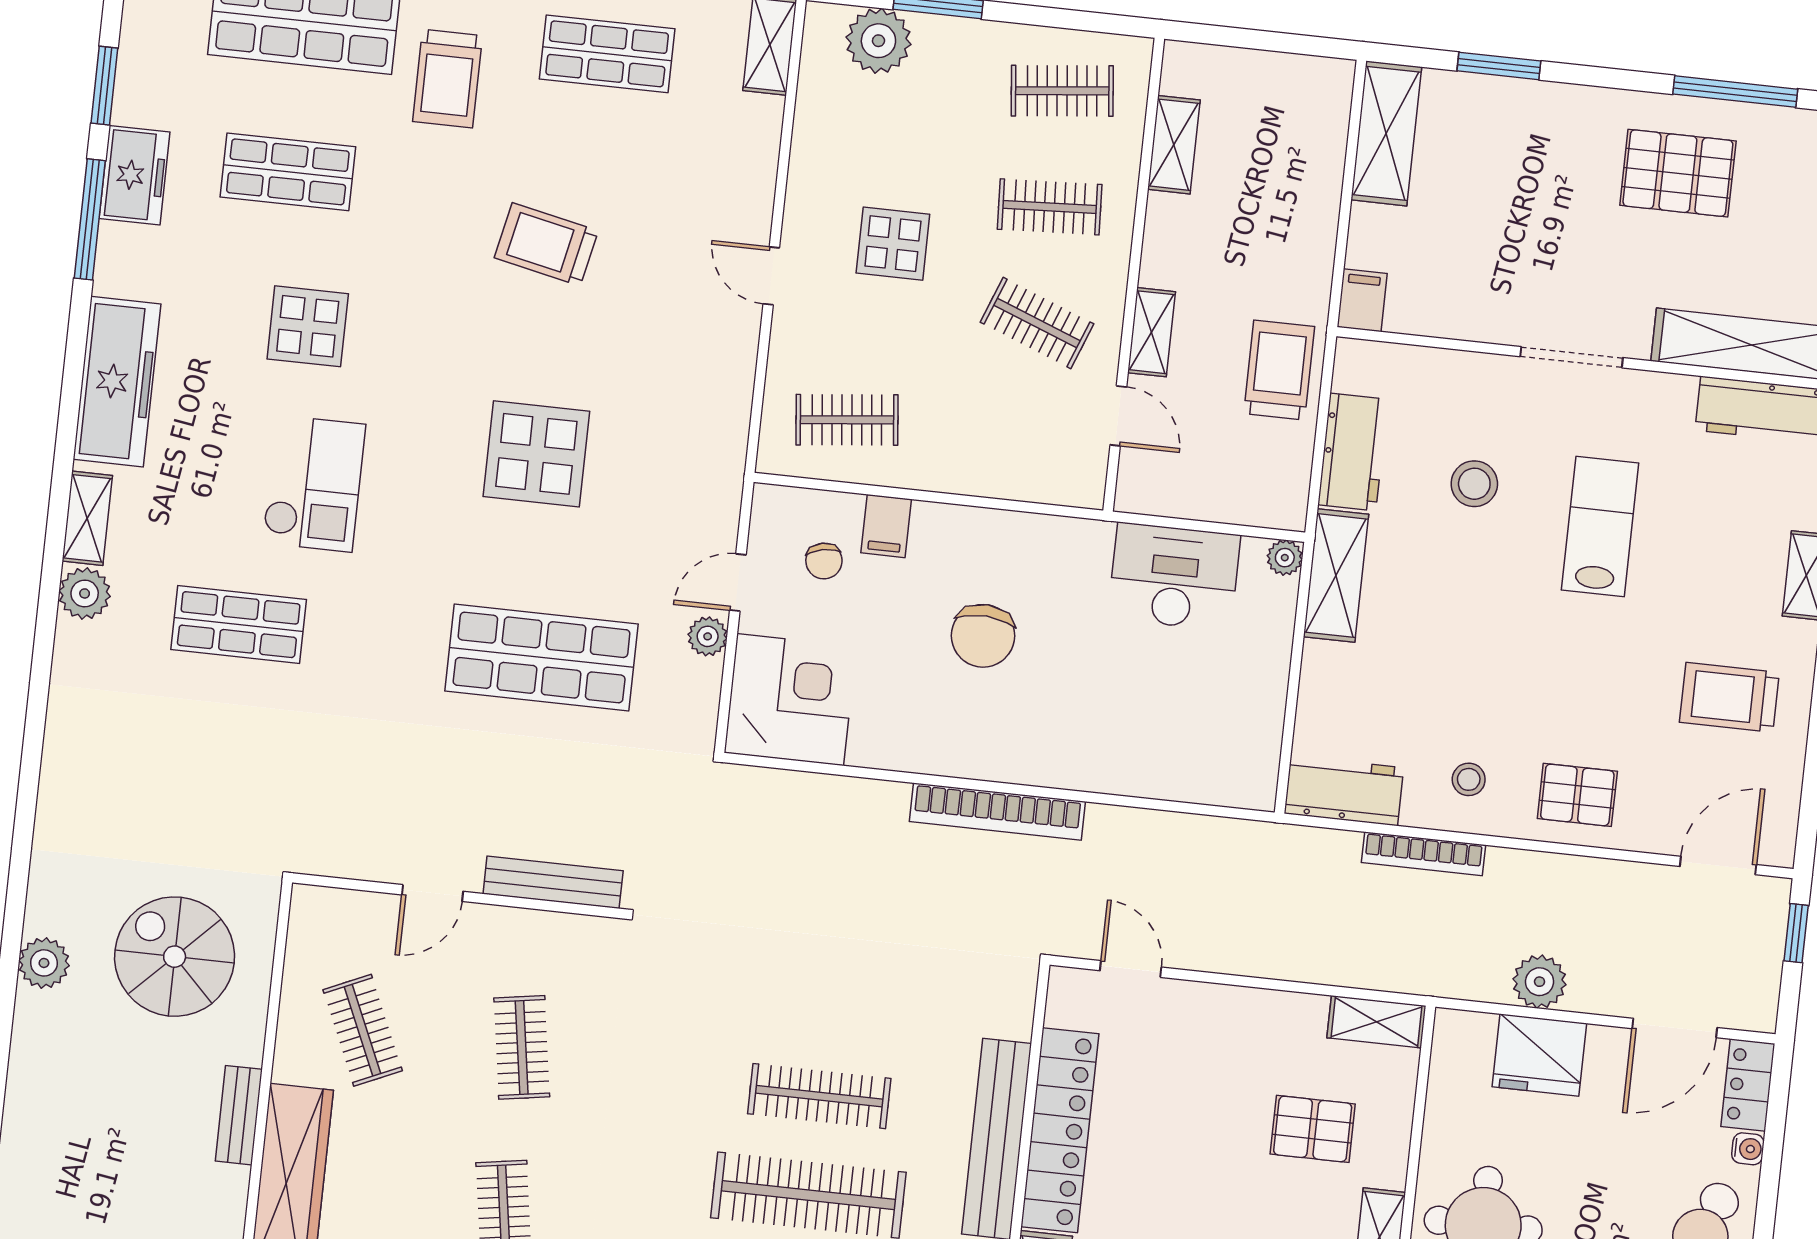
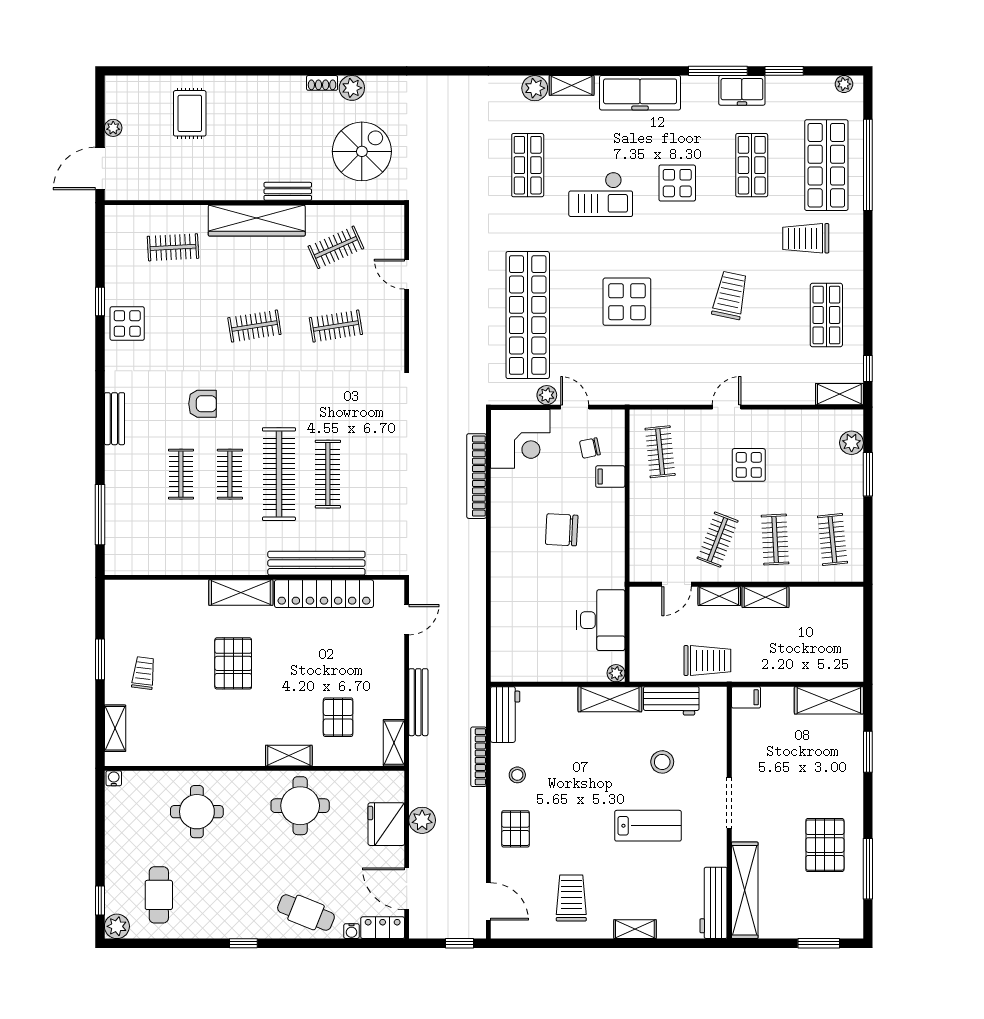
plant: (878, 41) -> (852, 443), width x0.73, depth x0.73
shelving: (1174, 145) -> (765, 597), moved
shop shelf: (542, 657) -> (528, 315), width x1.40
bookcase: (997, 812) -> (477, 476), moved
bench: (553, 882) -> (418, 702), moved
shoe rack: (27, 1022) -> (322, 83), added

